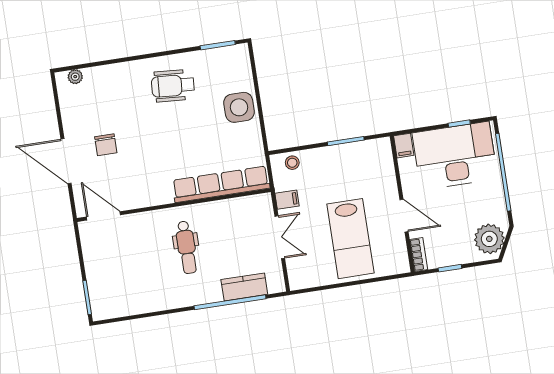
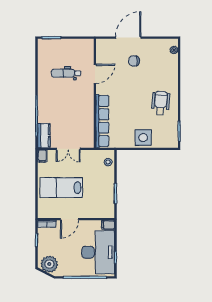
filing cabinet: (287, 200) -> (42, 156), moved
door: (103, 216) -> (95, 74), moved
dental chair: (187, 247) -> (66, 73), moved
kitchen counter: (244, 287) -> (44, 136), moved

